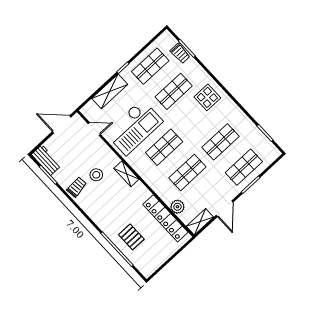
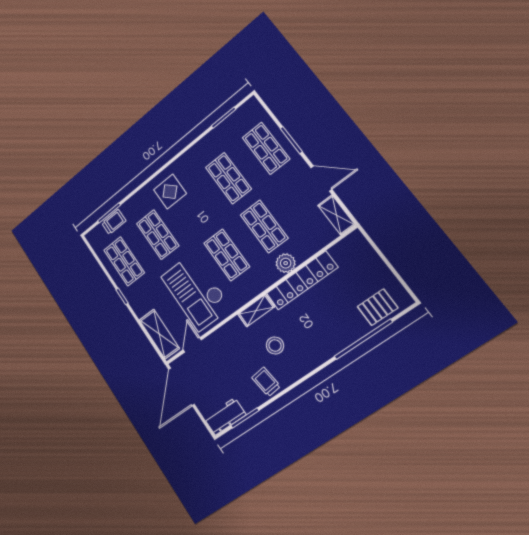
shelving: (110, 91) -> (159, 334), moved
door: (62, 124) -> (181, 387), width x1.36
checkout: (134, 127) -> (196, 292), turned 180
stool: (96, 175) -> (275, 346), moved
plant: (177, 207) -> (286, 263), moved
locker: (165, 218) -> (302, 281), moved
pallet: (131, 237) -> (378, 307), moved

